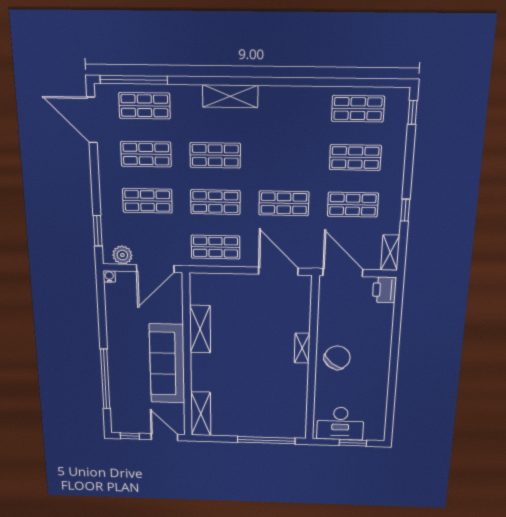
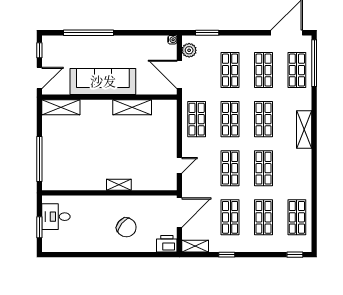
shop shelf: (285, 156) -> (263, 168), added
door: (278, 271) -> (179, 165), width x0.53
chair: (337, 358) -> (126, 227), moved
desk: (340, 424) -> (56, 217), width x0.73

